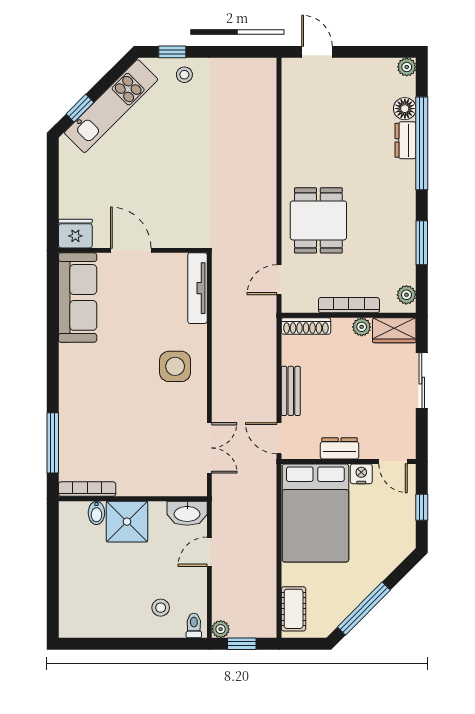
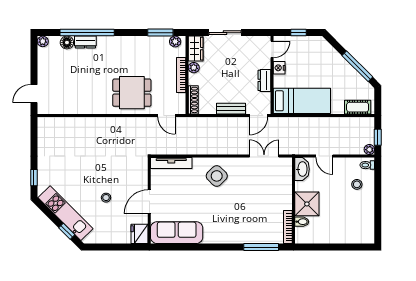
stool: (184, 75) -> (106, 198), moved
window: (422, 243) -> (160, 33), moved
side table: (175, 366) -> (217, 176), turned 45
bed: (315, 513) -> (302, 101), width x0.67

